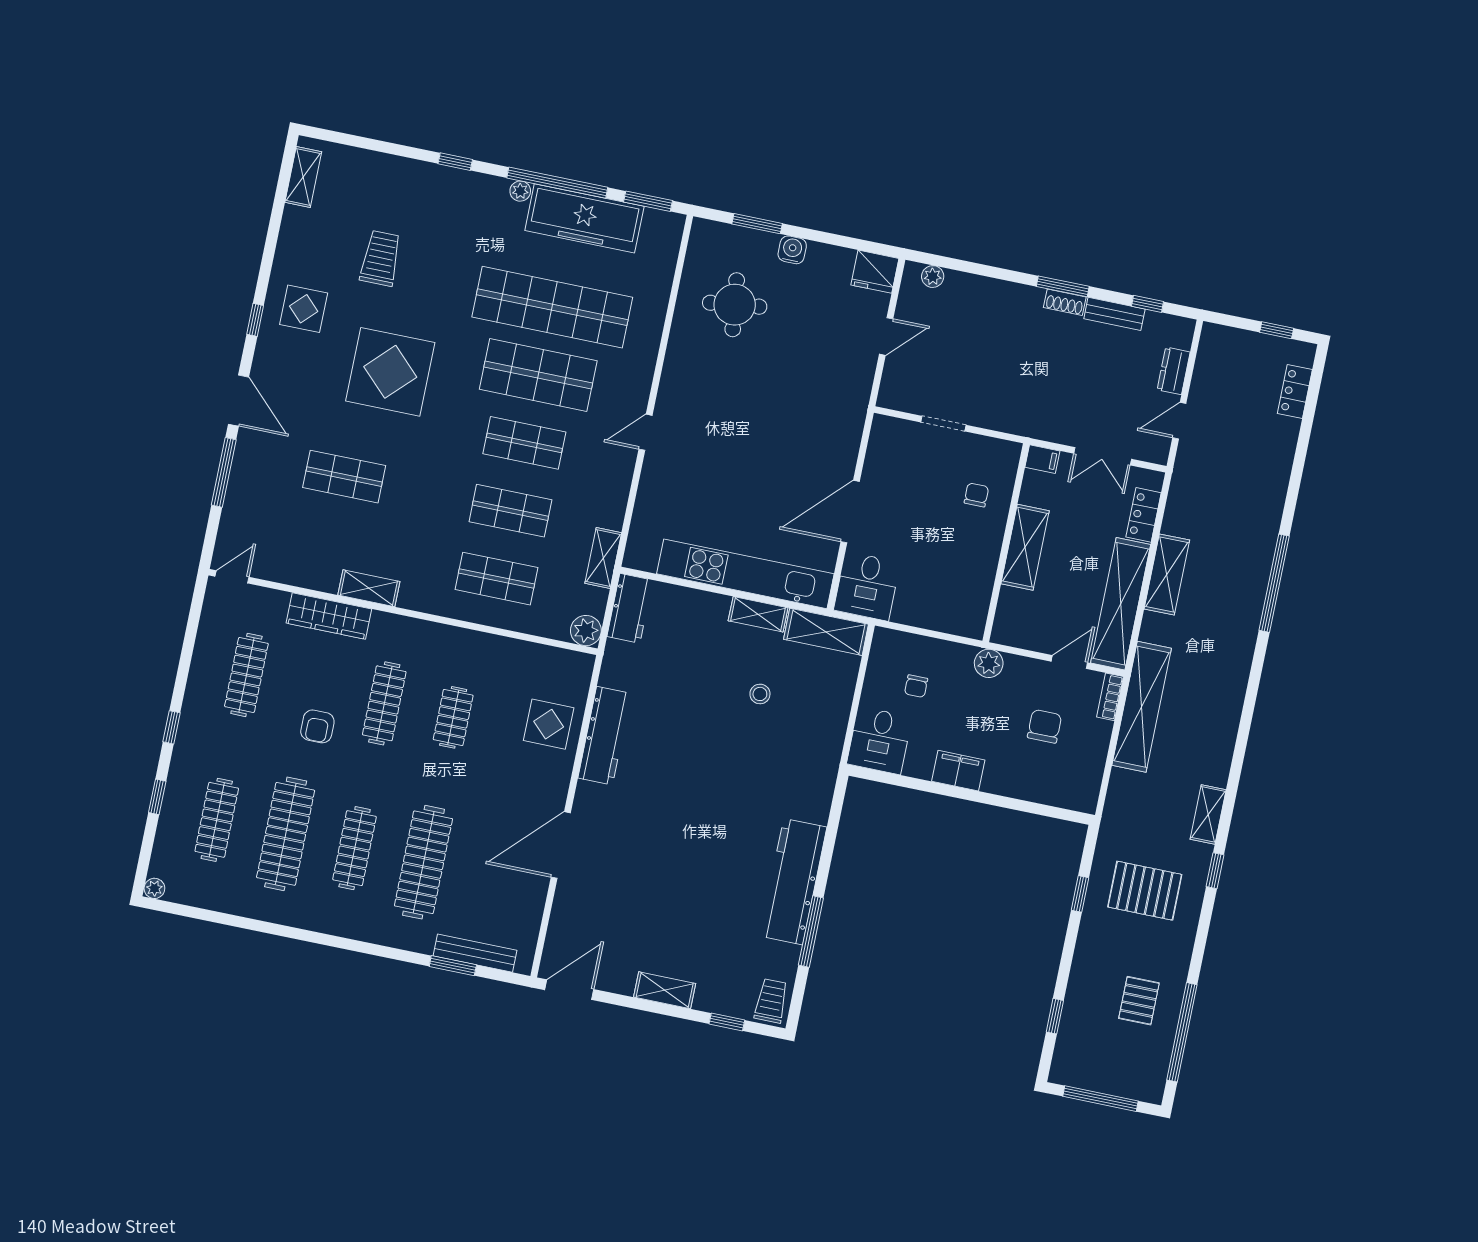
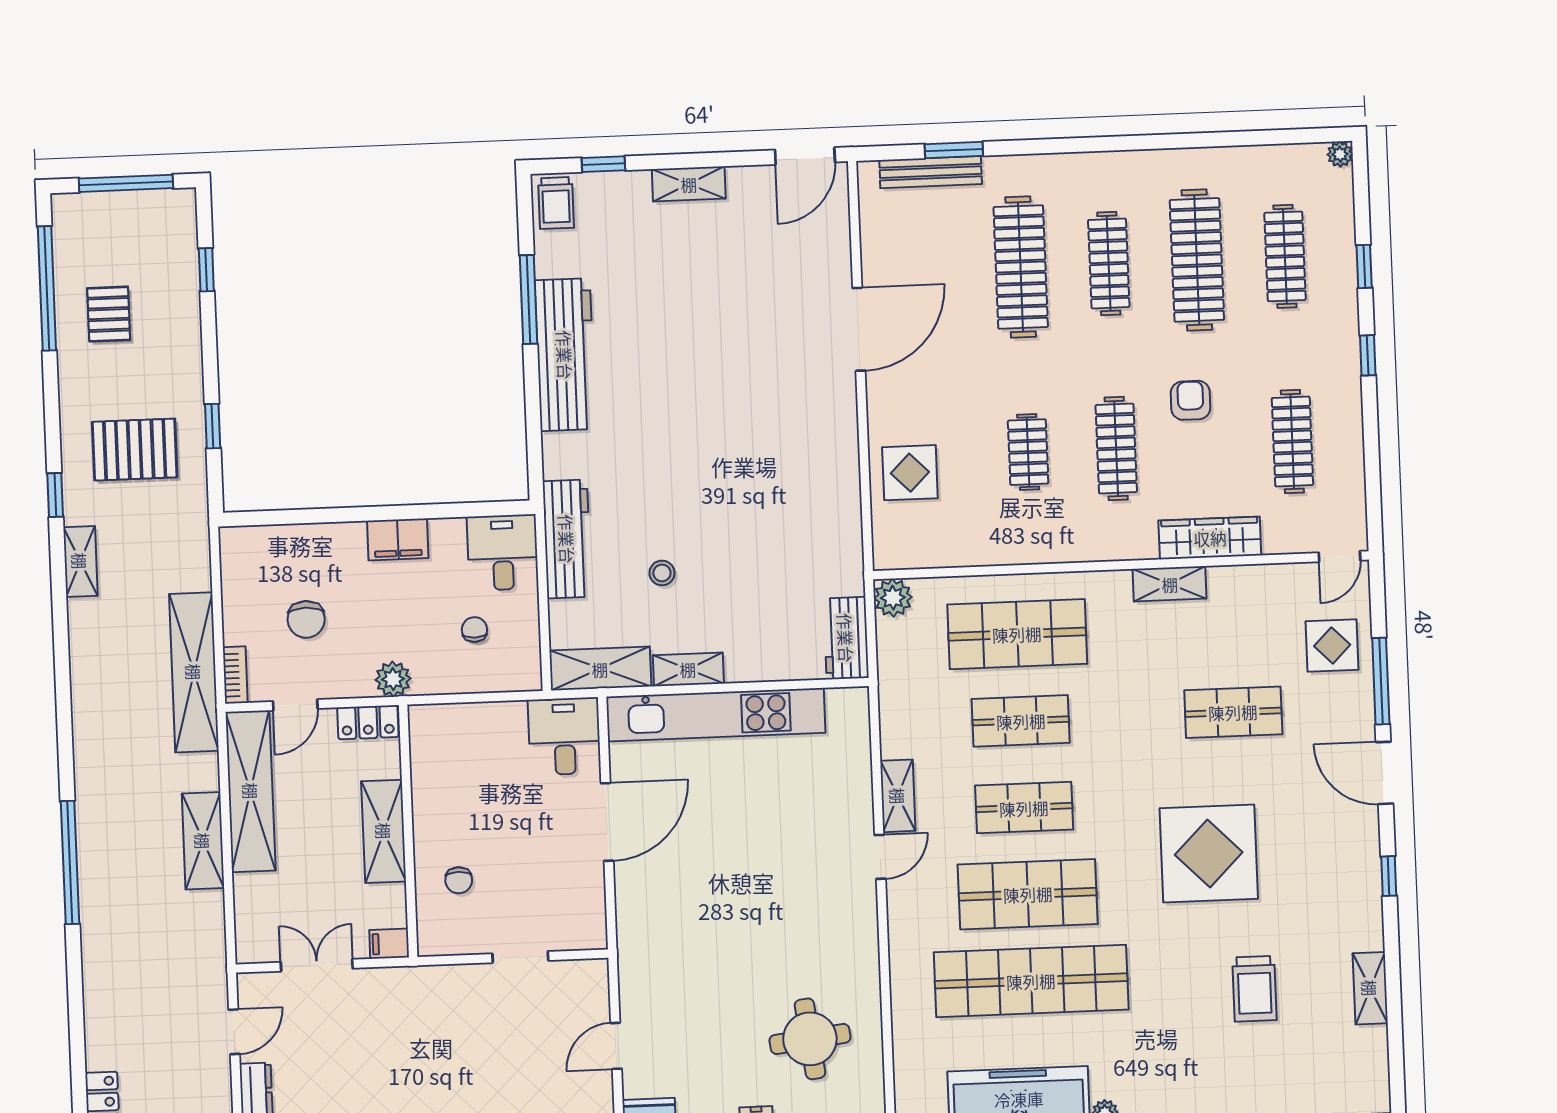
shelving: (303, 177) -> (1370, 988), moved
display table: (304, 309) -> (1332, 645), moved
locker: (1144, 515) -> (368, 722), moved, turned 90
shelving: (603, 558) -> (898, 796), moved
shop shelf: (497, 579) -> (1017, 634), width x1.43, depth x1.36
workbench: (605, 736) -> (567, 539), moved, turned 180

